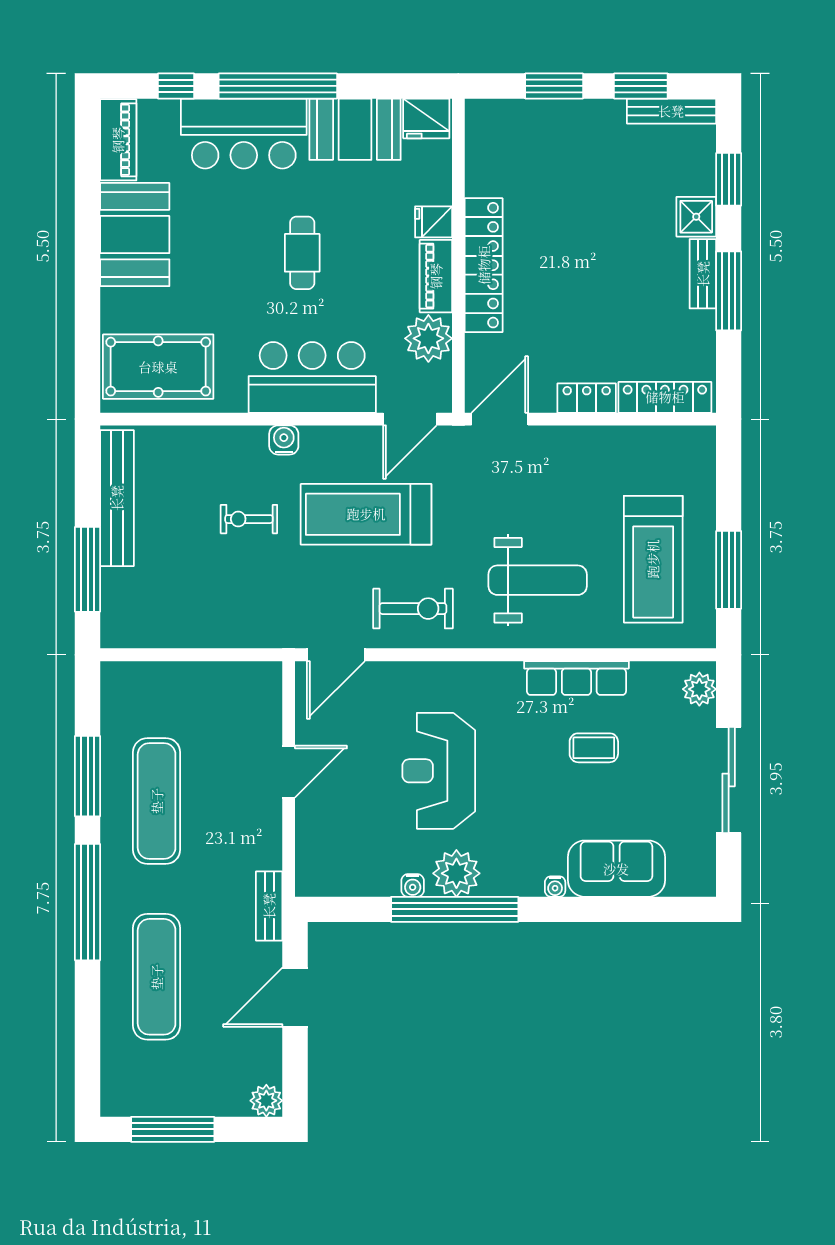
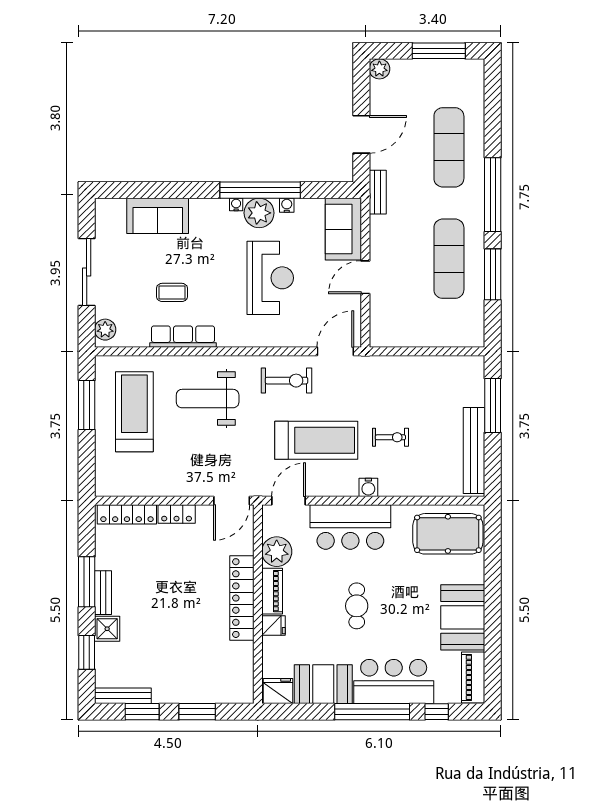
exercise bike: (413, 609) -> (287, 381), turned 180
sofa: (323, 848) -> (343, 229), added
water cooler: (555, 887) -> (236, 205), moved

